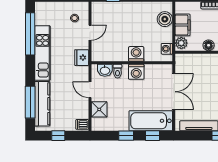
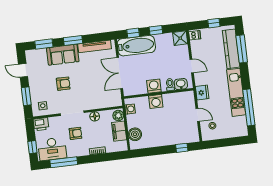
door: (90, 33) -> (198, 115), swing flipped
shower: (99, 109) -> (180, 38), moved

